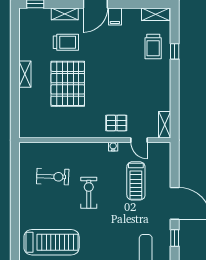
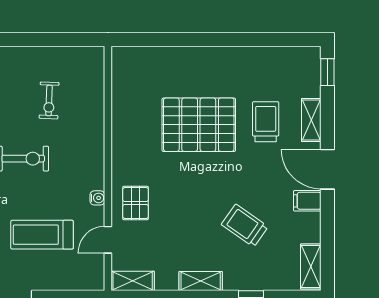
trolley: (66, 42) -> (266, 122), turned 180
trolley: (153, 47) -> (245, 226), moved, turned 35
shelving: (25, 74) -> (201, 281), moved
exercise bike: (53, 177) -> (49, 100), width x0.73, depth x0.72

